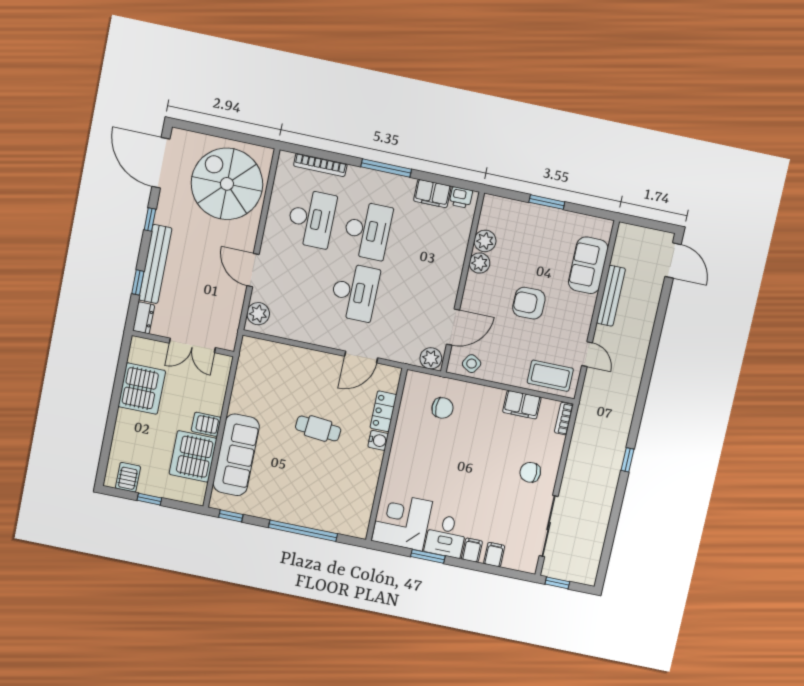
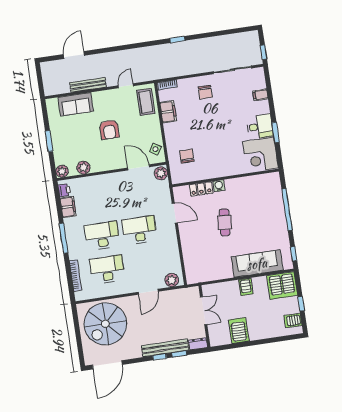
window: (150, 219) -> (160, 357), moved
door: (673, 260) -> (74, 55), moved
plant: (480, 263) -> (62, 171), moved
server rack: (142, 389) -> (239, 331), width x0.62
server rack: (193, 456) -> (282, 285), moved
filing cabinet: (472, 550) -> (263, 108), removed

